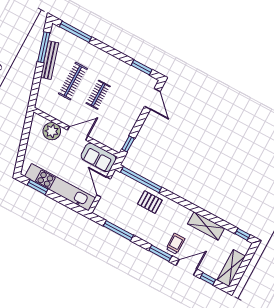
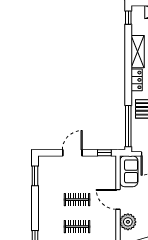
clothes rail: (73, 81) -> (77, 227), width x0.73
door: (152, 99) -> (72, 153), moved
locker: (180, 211) -> (137, 80), added

